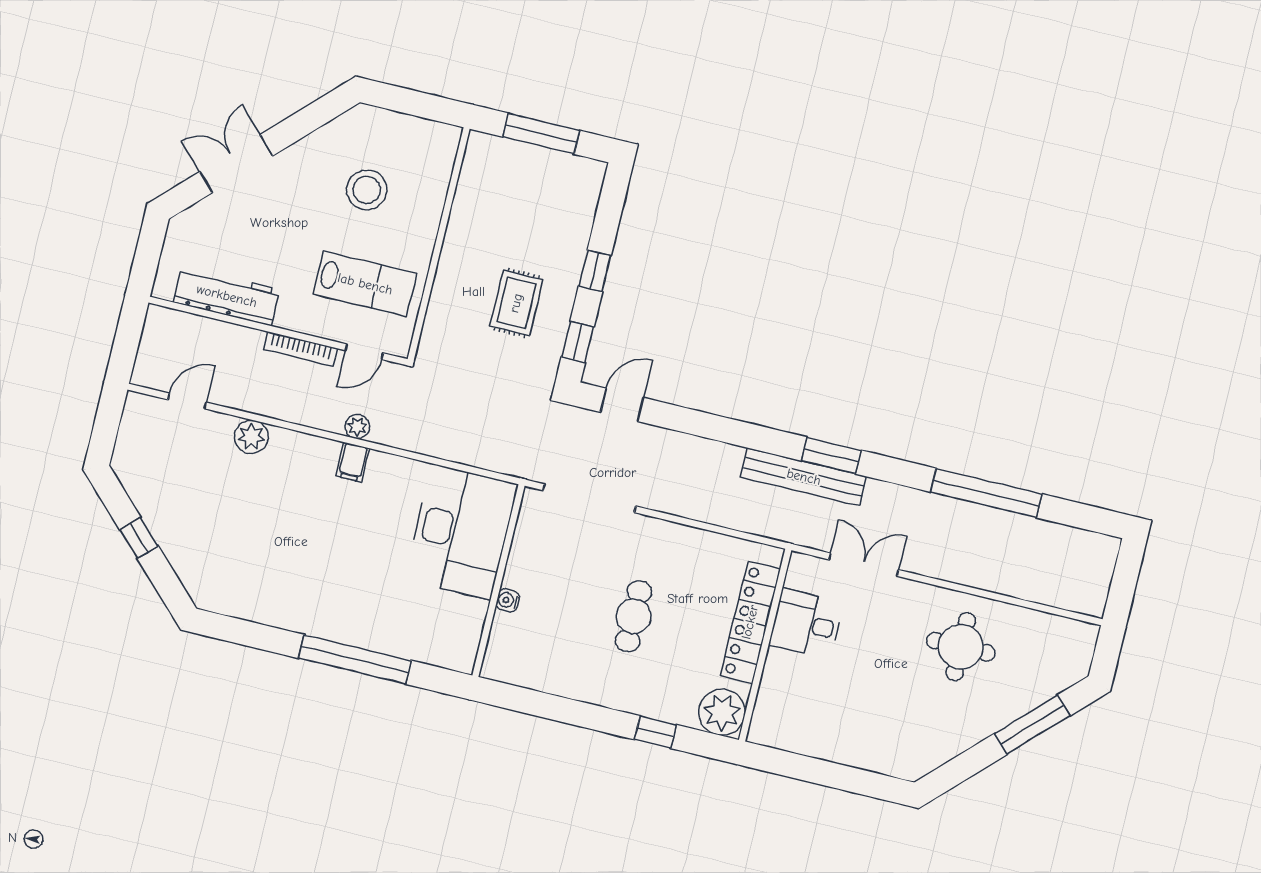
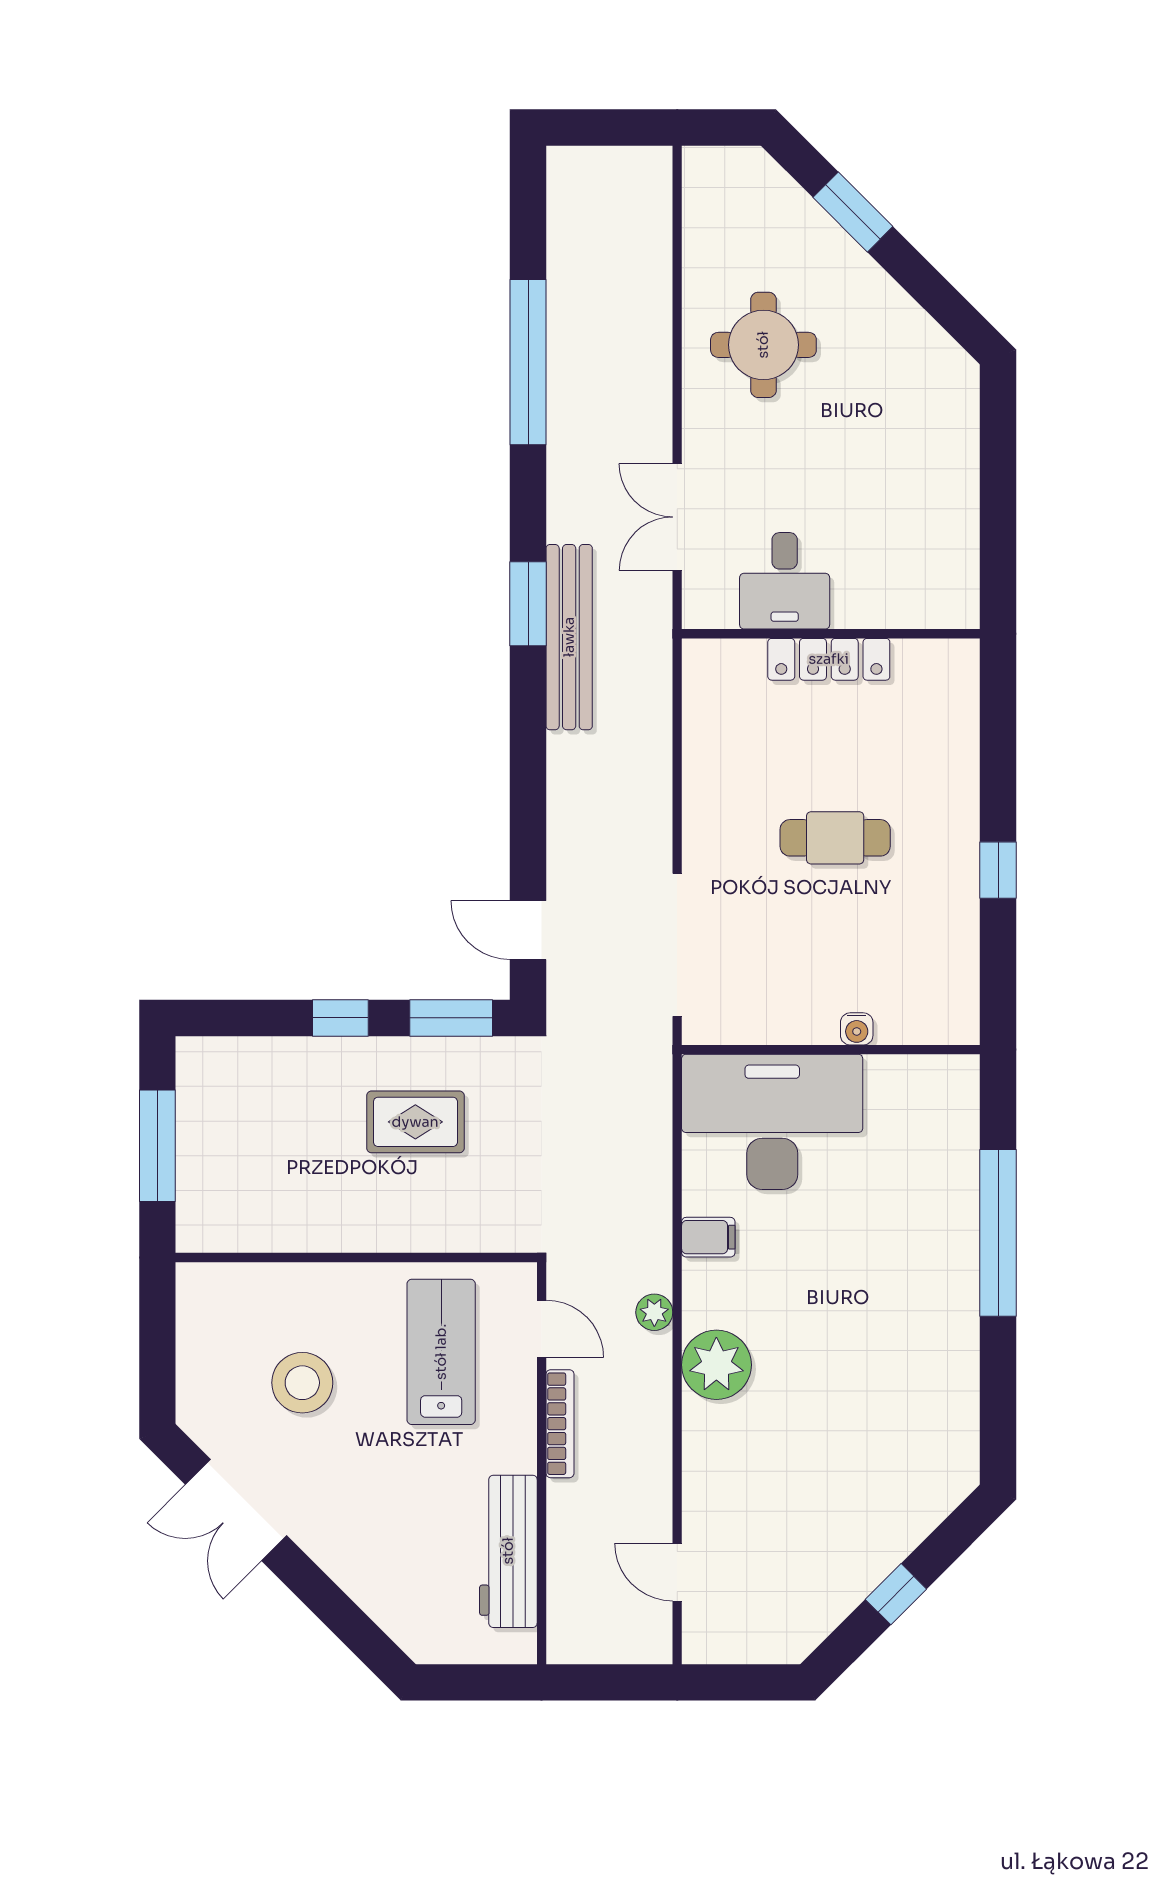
double door: (236, 164) -> (236, 1510), moved
window: (578, 342) -> (451, 1018), width x1.50
plant: (251, 437) -> (716, 1365), moved, width x1.36, depth x1.36
filing cabinet: (353, 462) -> (708, 1237), moved
locker: (750, 622) -> (829, 659), width x0.71, depth x0.83
plant: (722, 712) -> (945, 673), removed
window: (1032, 725) -> (853, 212), width x0.69
window: (655, 732) -> (998, 870), moved

